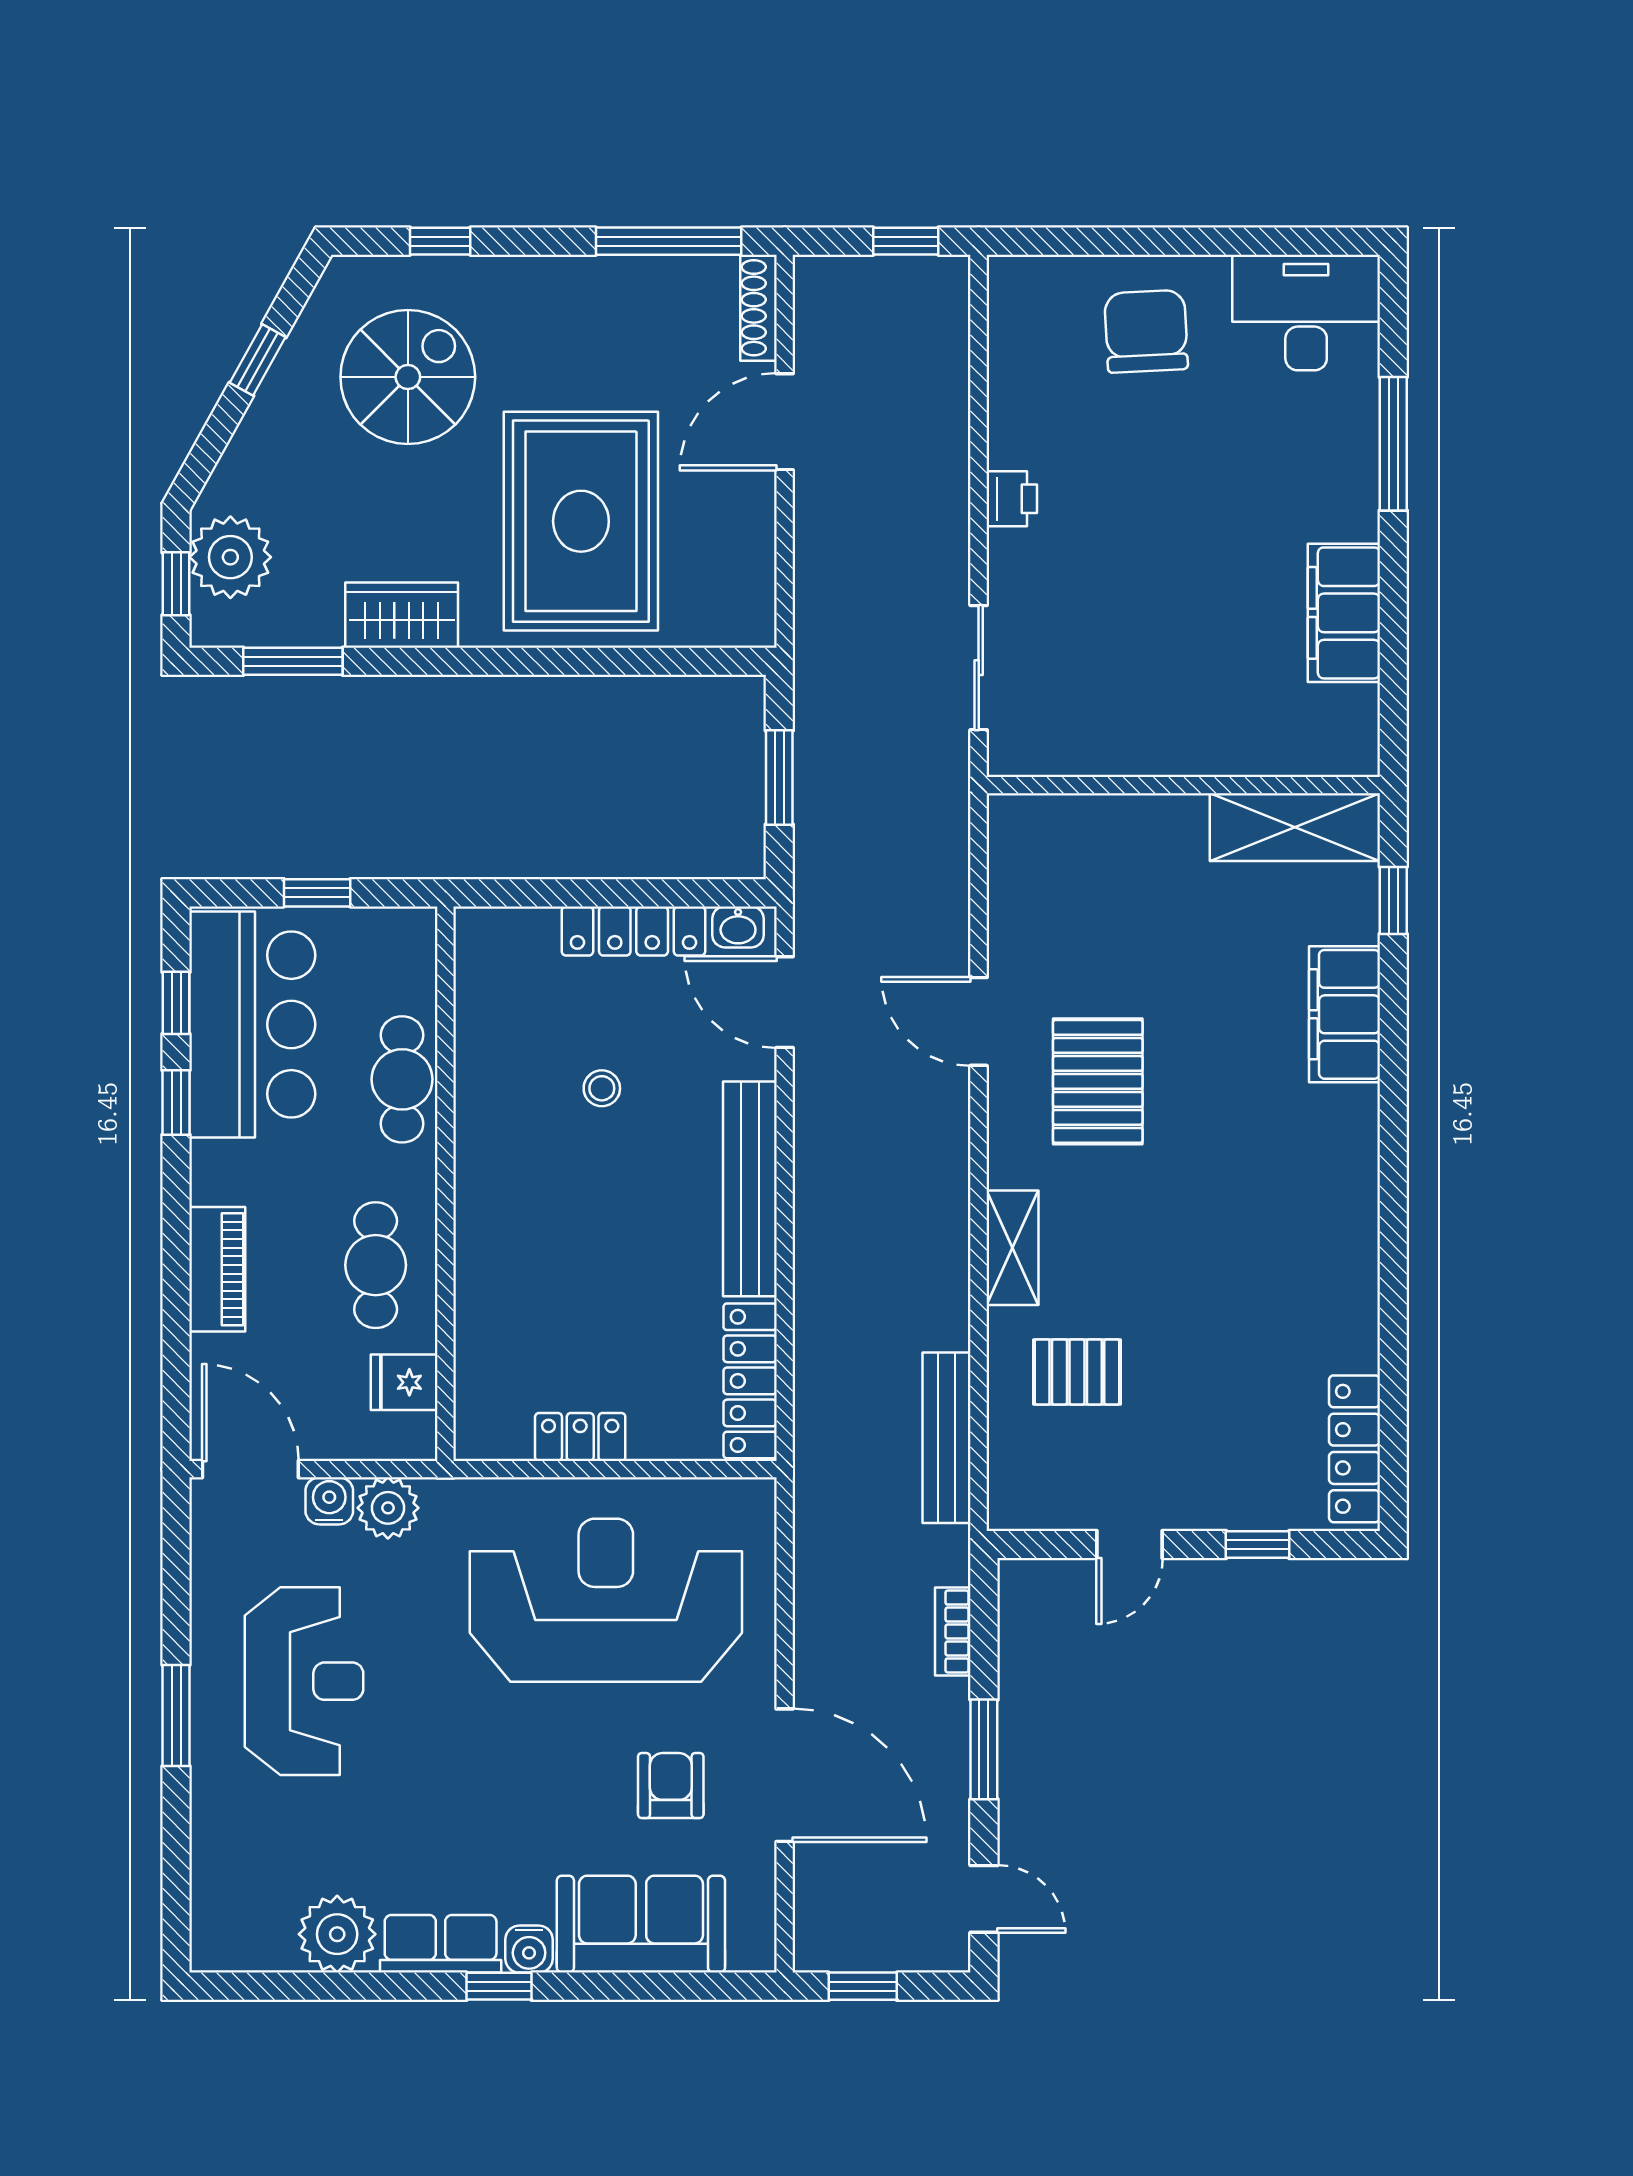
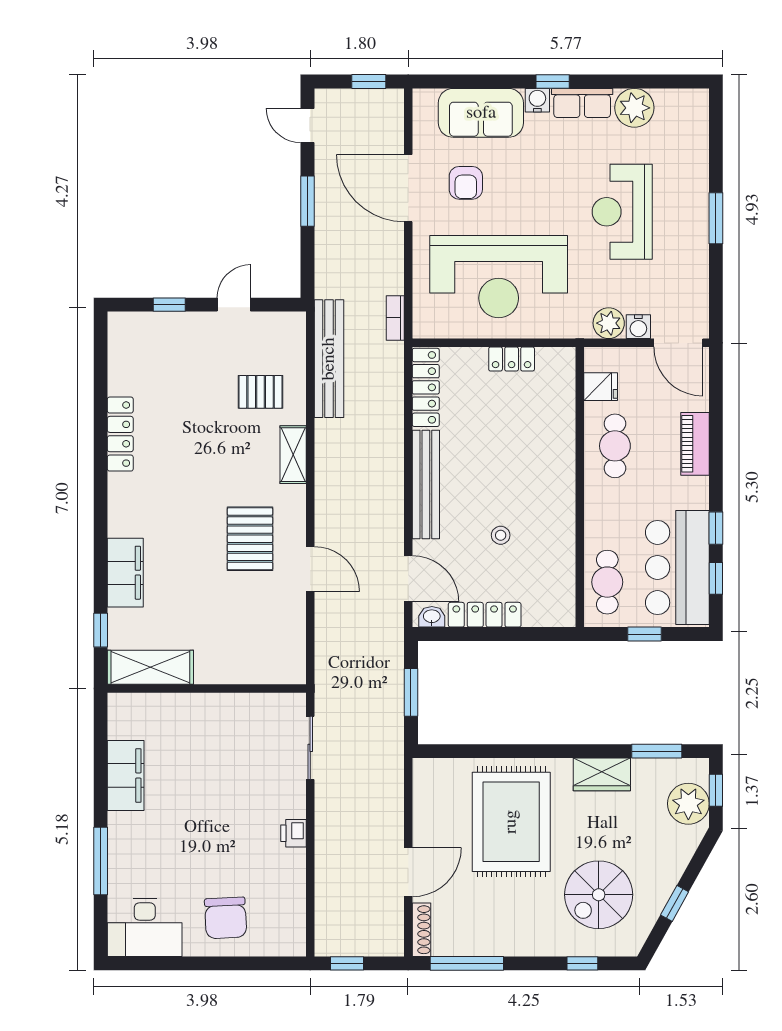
cafe table: (402, 1079) -> (607, 582), moved
bench: (947, 1438) -> (329, 359), width x1.37, depth x1.21
locker: (1354, 1449) -> (120, 434), moved
bookcase: (953, 1632) -> (395, 318), moved, turned 180
reception desk: (304, 1681) -> (622, 212), moved

